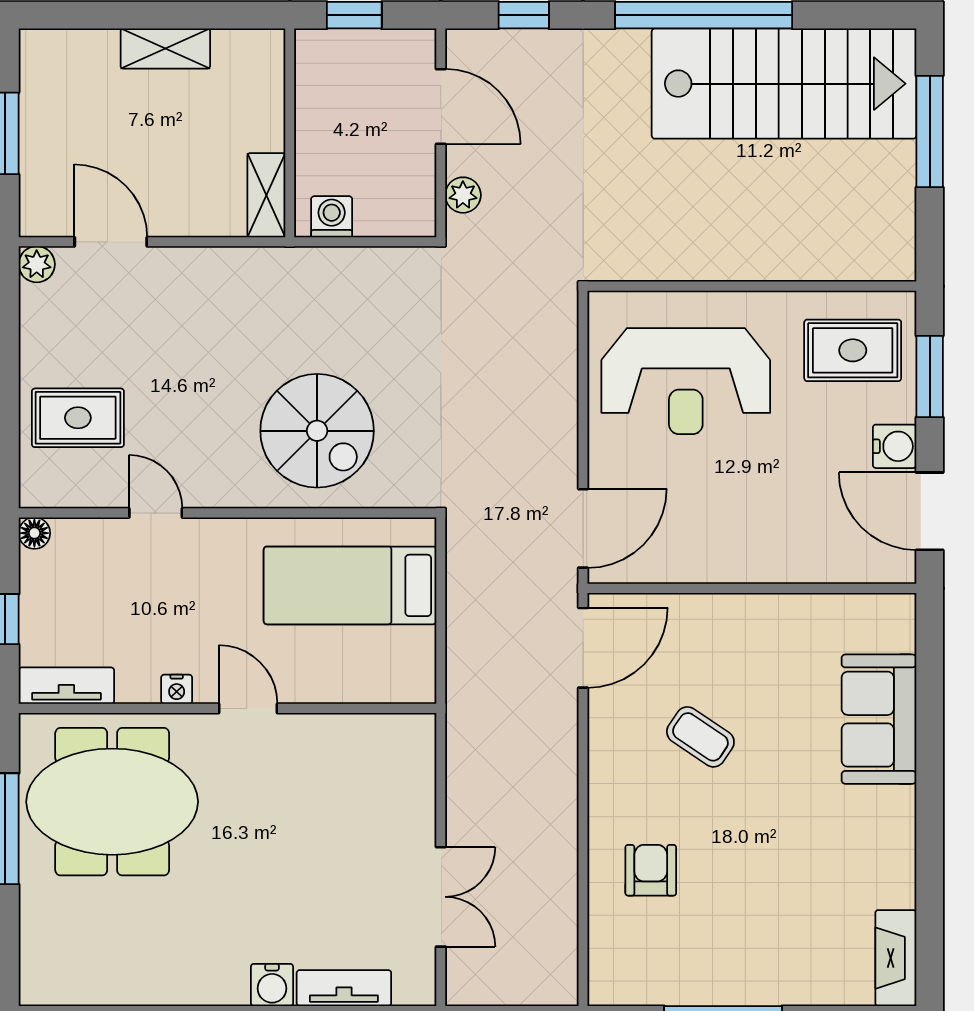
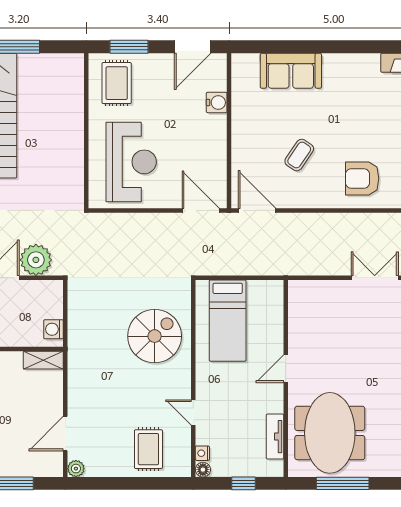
plant: (463, 195) -> (36, 260), width x1.88, depth x1.88
water cooler: (895, 446) -> (217, 102), moved, turned 90
door: (156, 513) -> (193, 412), hinge flipped
tv unit: (66, 686) -> (275, 437), moved
nightstand: (177, 689) -> (202, 453), moved, turned 180
armchair: (651, 870) -> (362, 178), width x1.38, depth x1.38

